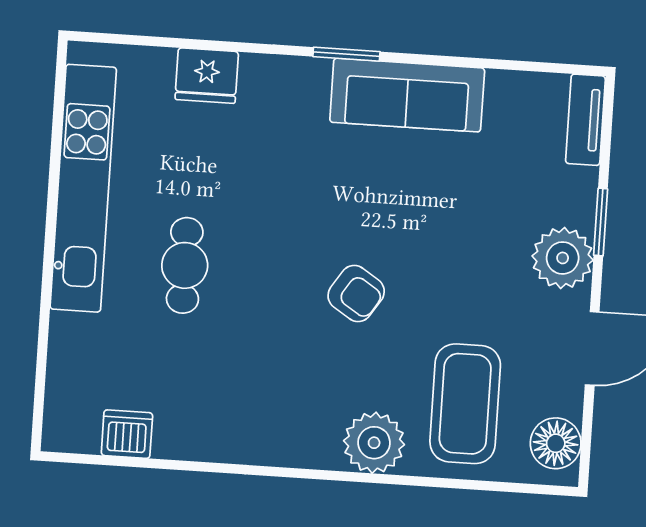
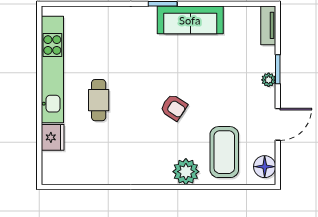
fridge: (207, 76) -> (53, 137), moved, turned -90
plant: (563, 258) -> (269, 80), width x0.53, depth x0.53
dishwasher: (127, 434) -> (78, 175), removed

